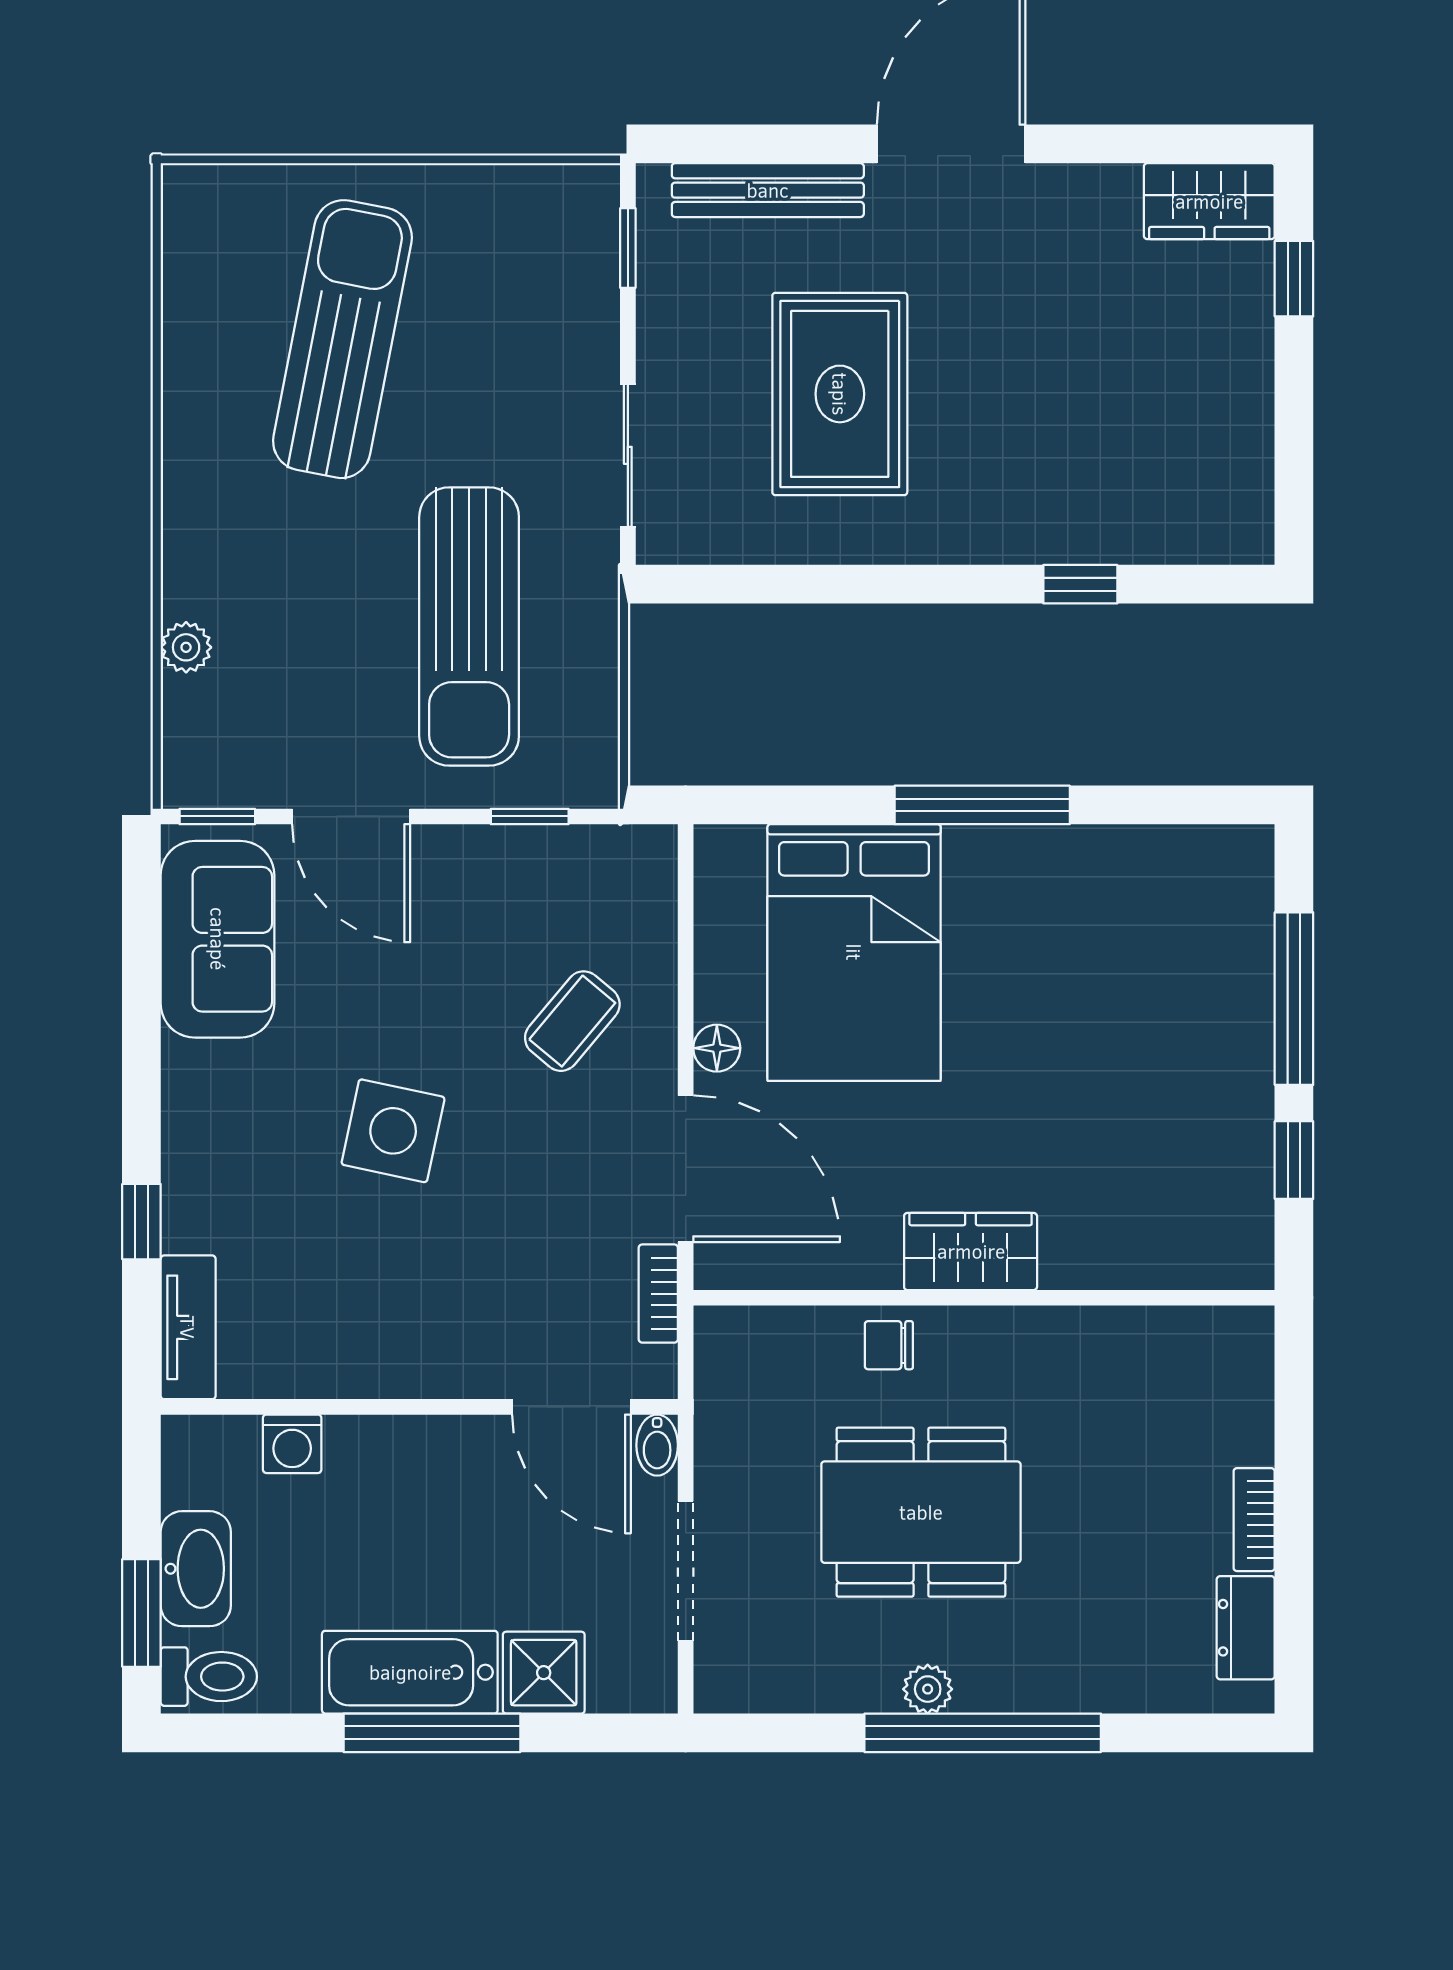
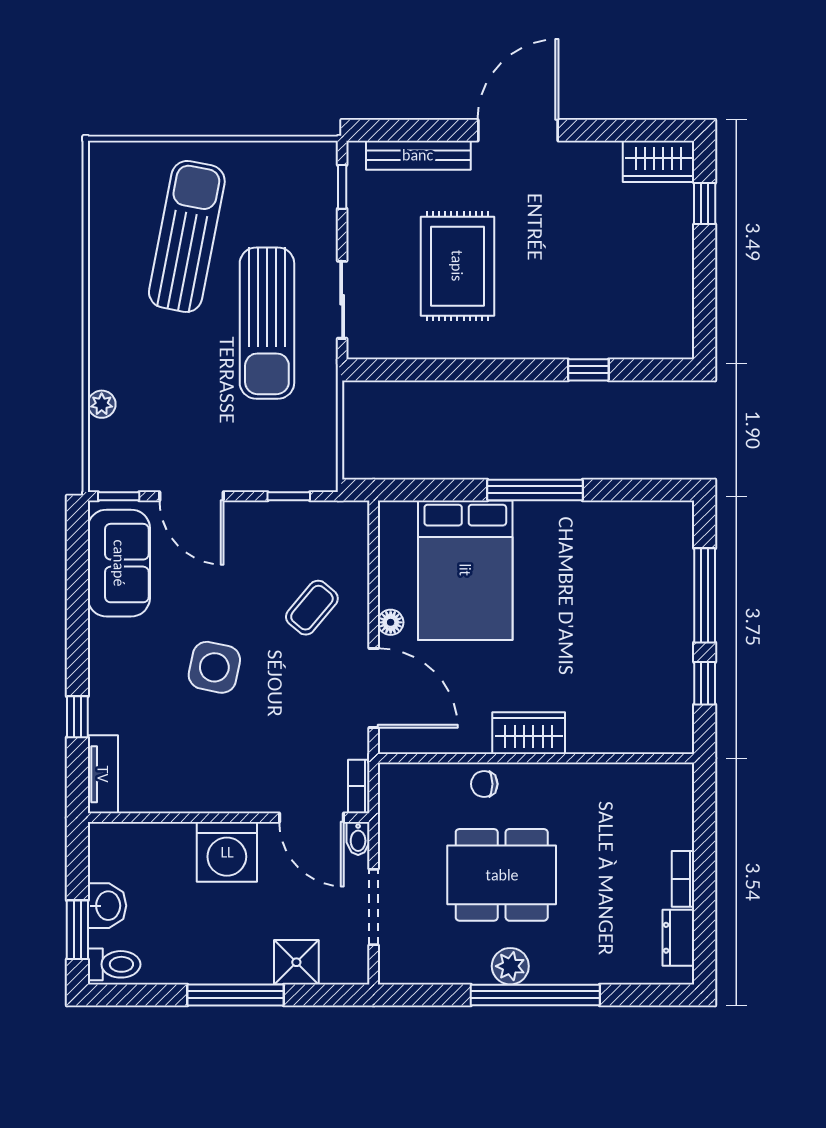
sun lounger: (469, 627) -> (267, 323), moved
bookcase: (658, 1294) -> (359, 786), moved
washing machine: (292, 1444) -> (227, 852), moved, width x1.89, depth x1.89
washbasin: (196, 1569) -> (107, 906), width x0.72
bathtub: (410, 1672) -> (223, 962), removed
plant: (928, 1689) -> (510, 966), width x1.38, depth x1.38

